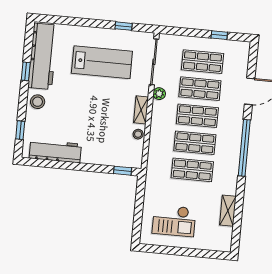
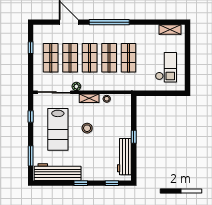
window: (69, 21) -> (31, 156), added
lab bench: (102, 62) -> (58, 129), turned 180
window: (26, 71) -> (81, 183), moved
stool: (38, 102) -> (87, 128), moved
window: (123, 171) -> (134, 137), moved
shelving: (228, 211) -> (170, 30), moved

